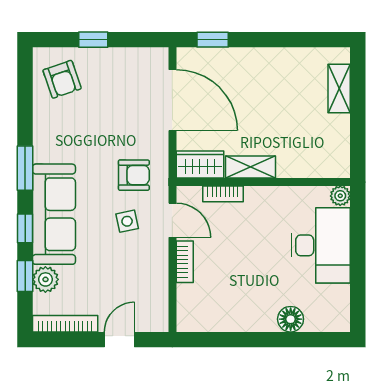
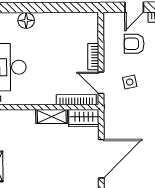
door: (172, 100) -> (101, 159), swing flipped
armchair: (134, 175) -> (134, 44), moved
bookcase: (223, 194) -> (76, 100), width x1.56

